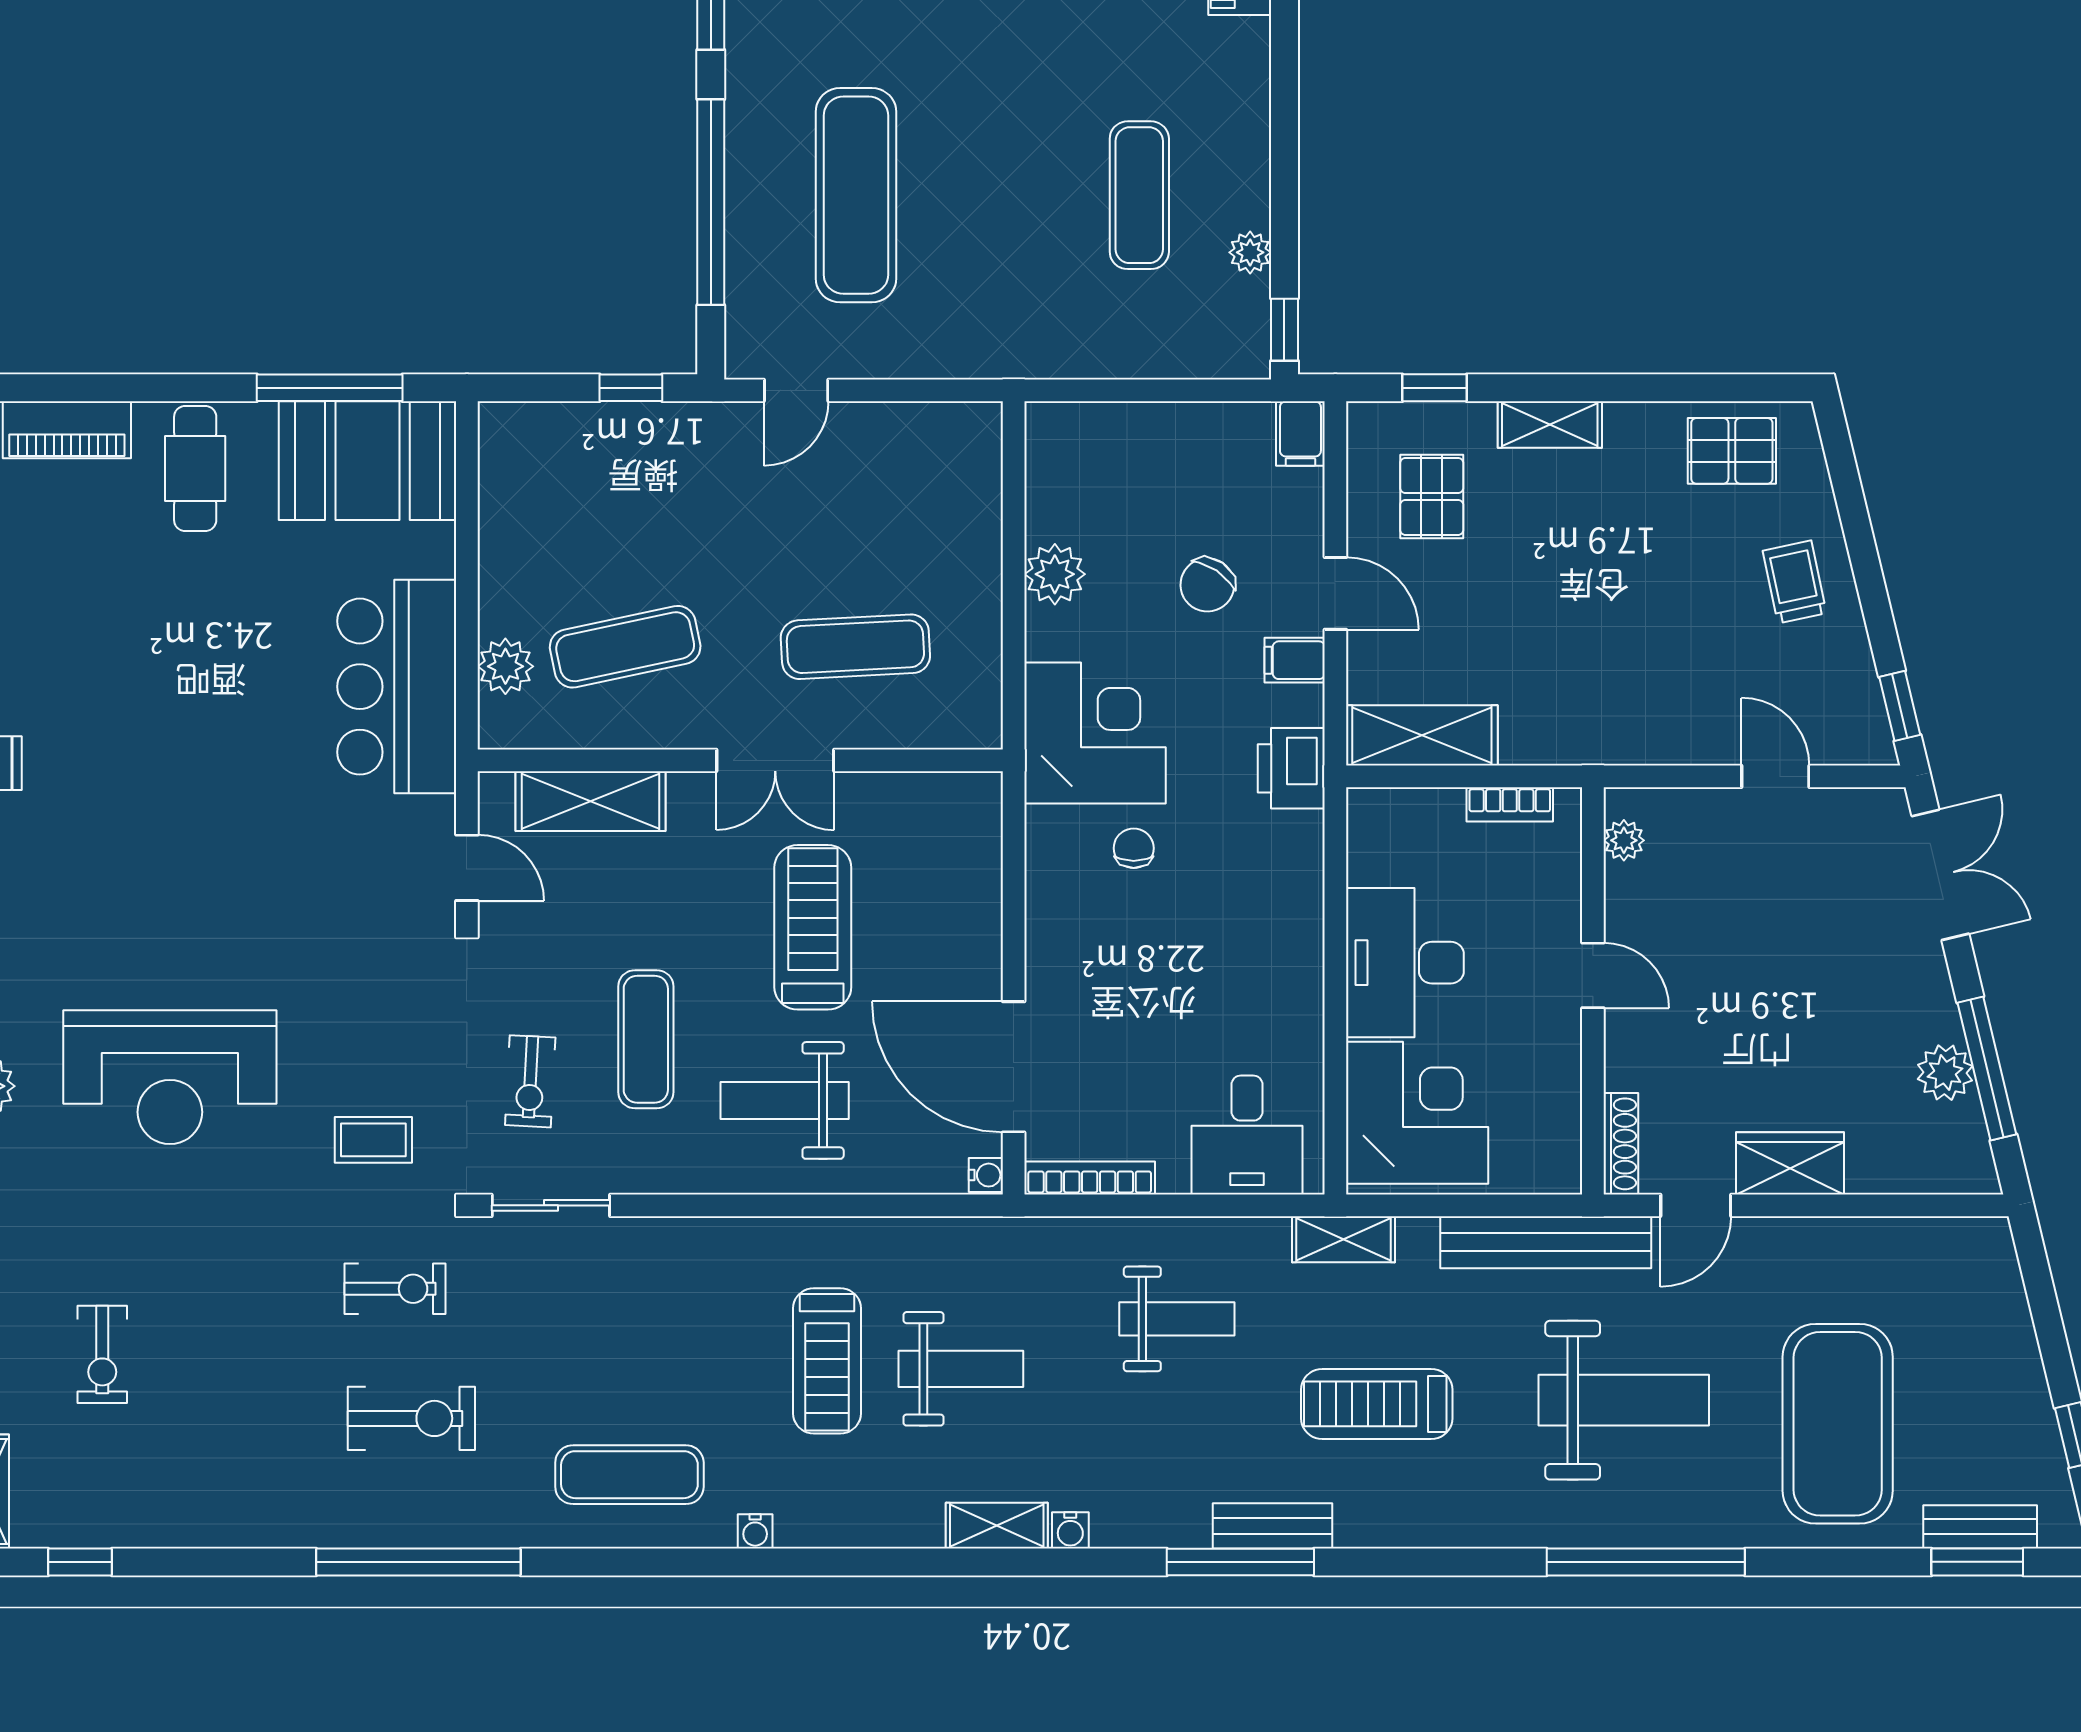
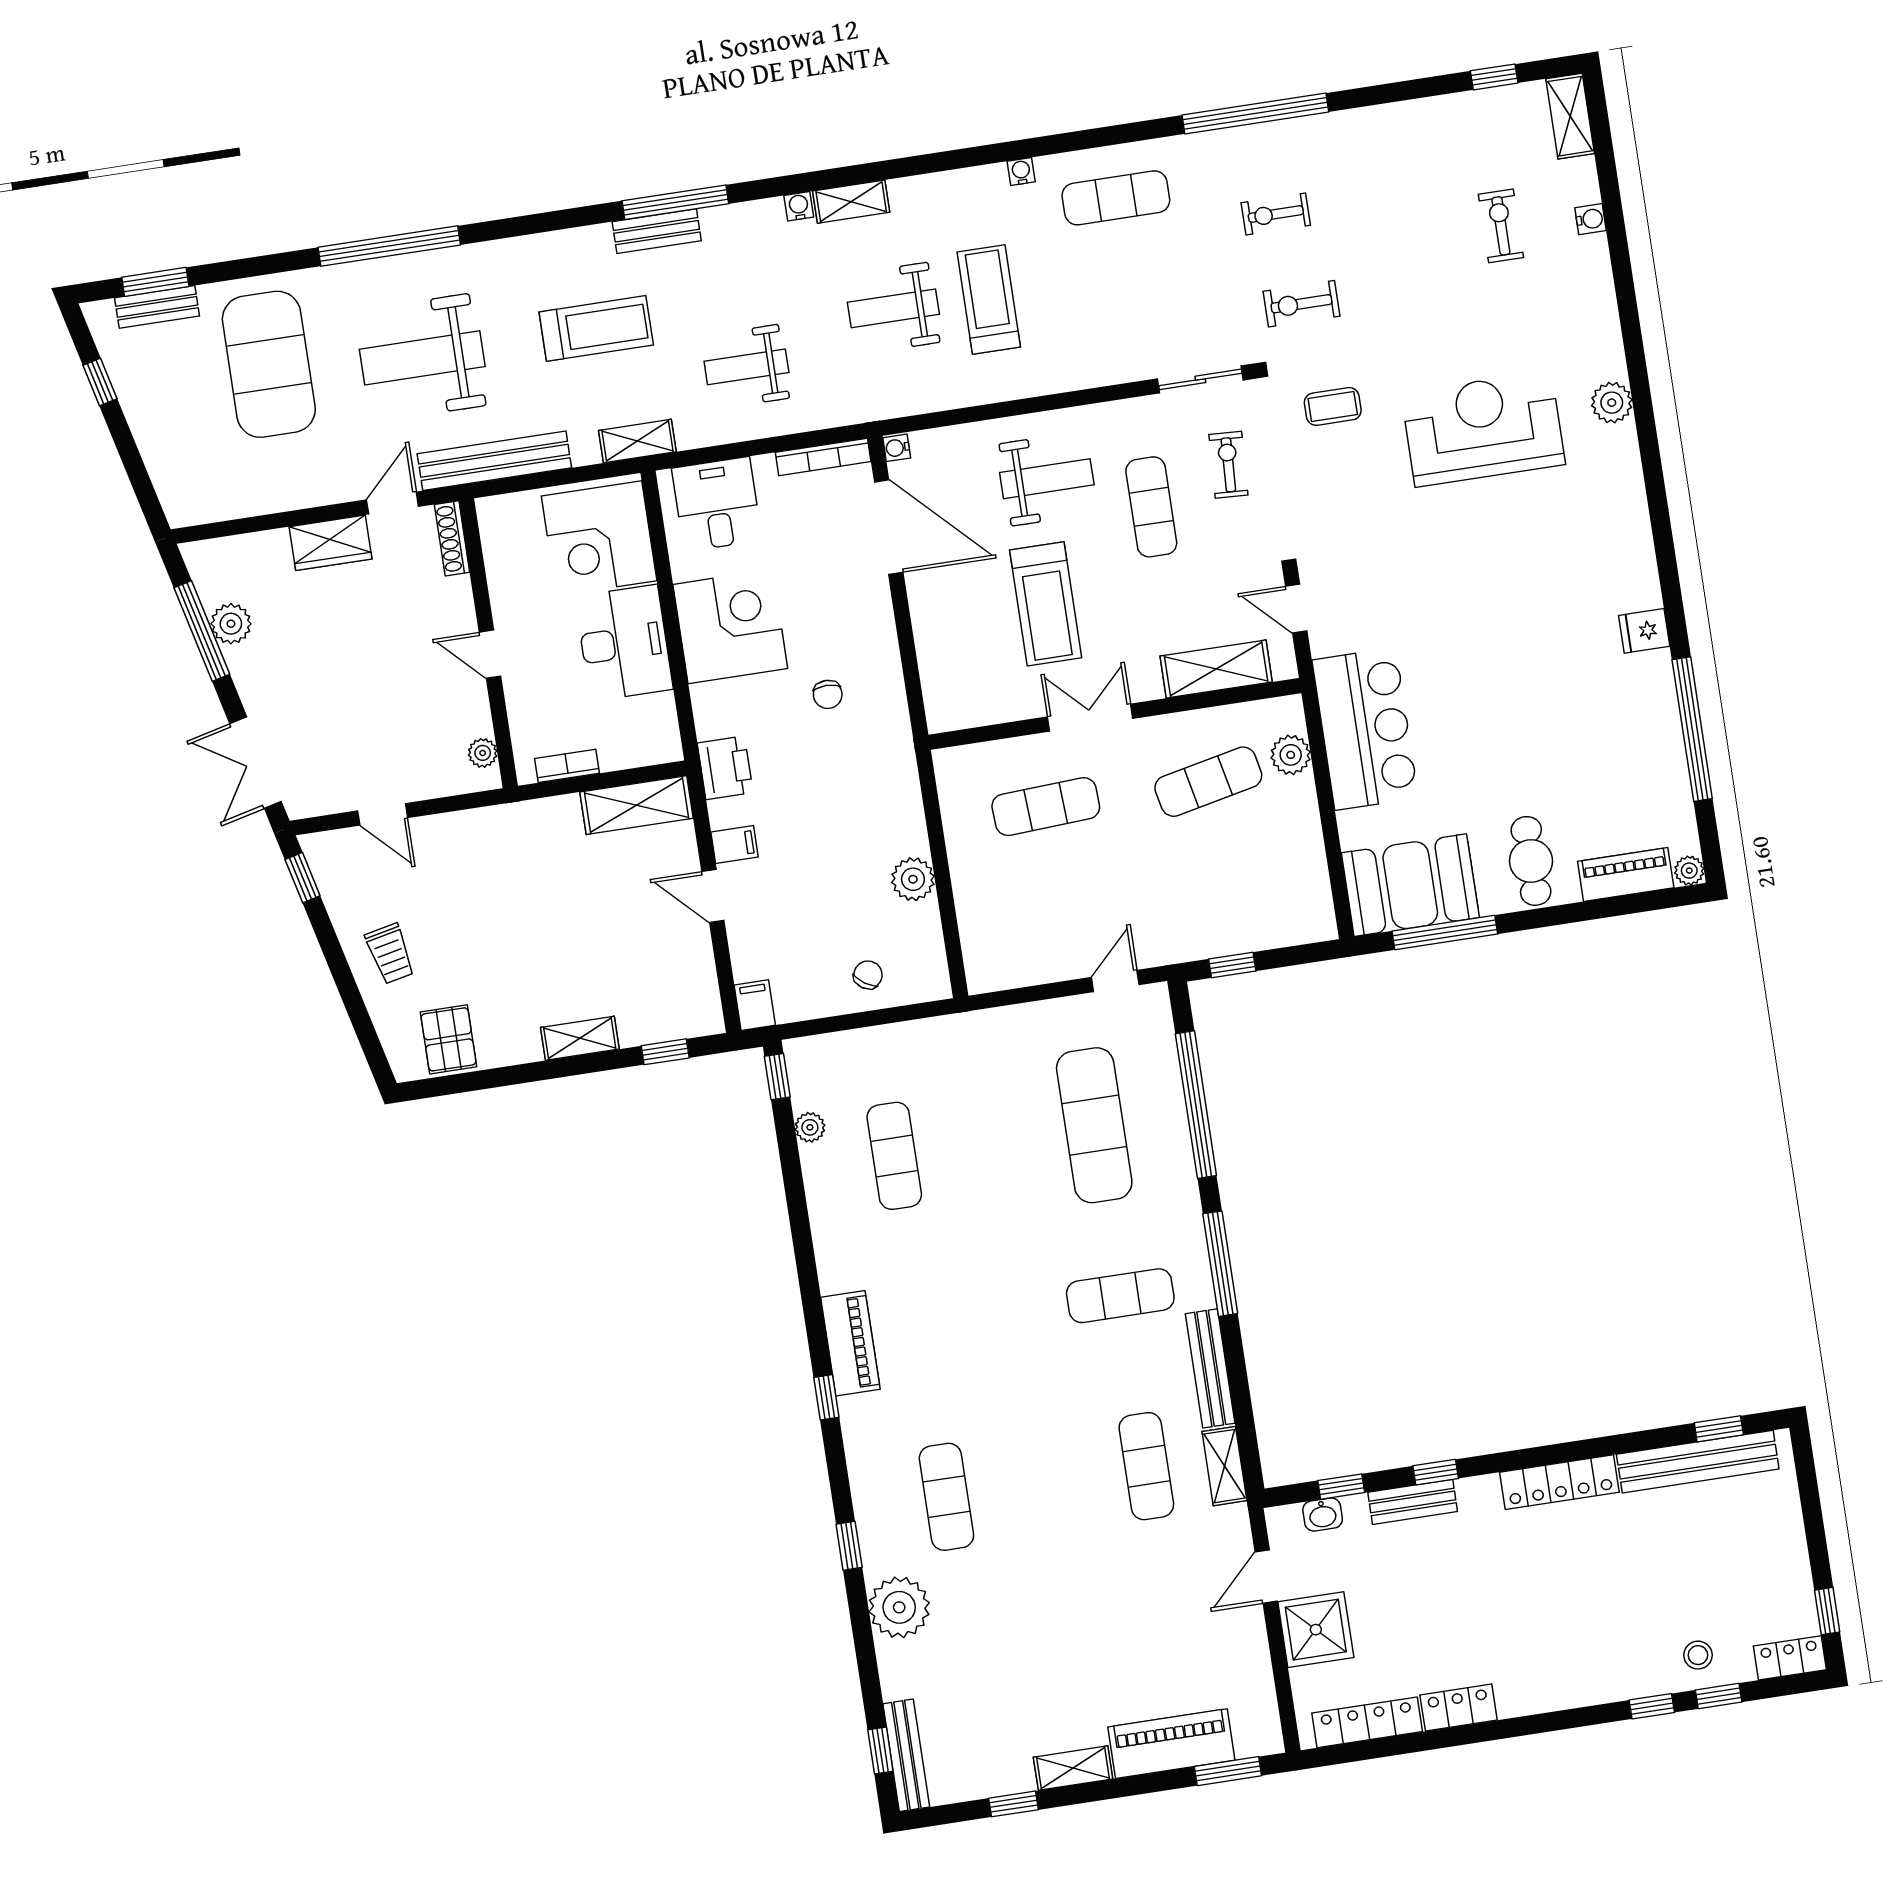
pallet: (1732, 451) -> (449, 1039), turned 90
pallet: (1432, 496) -> (655, 975), removed
chair: (1207, 585) -> (868, 975), moved, width x0.73, depth x0.73
corner desk: (1095, 733) -> (730, 626), moved, turned 180
exercise bike: (411, 1418) -> (1276, 214), width x0.73, depth x0.72

